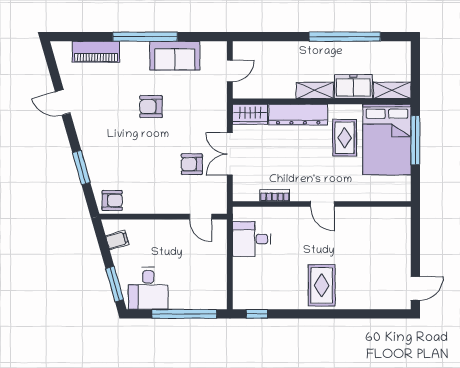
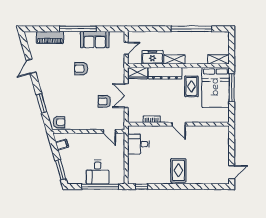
freezer: (353, 87) -> (152, 57), moved
door: (63, 102) -> (31, 66), hinge flipped
desk: (148, 288) -> (98, 172), moved

